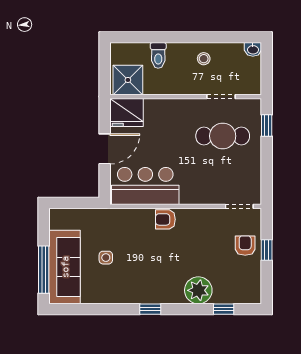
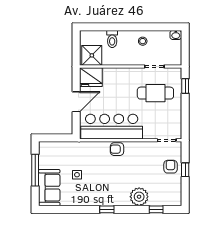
bar counter: (145, 186) -> (112, 127), width x1.36
sofa: (65, 267) -> (49, 188), width x0.73
window: (44, 270) -> (35, 170), moved

